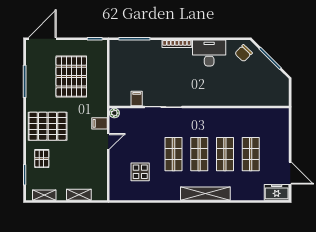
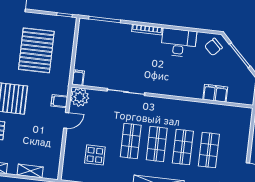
filing cabinet: (137, 98) -> (78, 78), moved
filing cabinet: (251, 98) -> (215, 93), added
plant: (114, 113) -> (80, 97), width x1.88, depth x1.88

